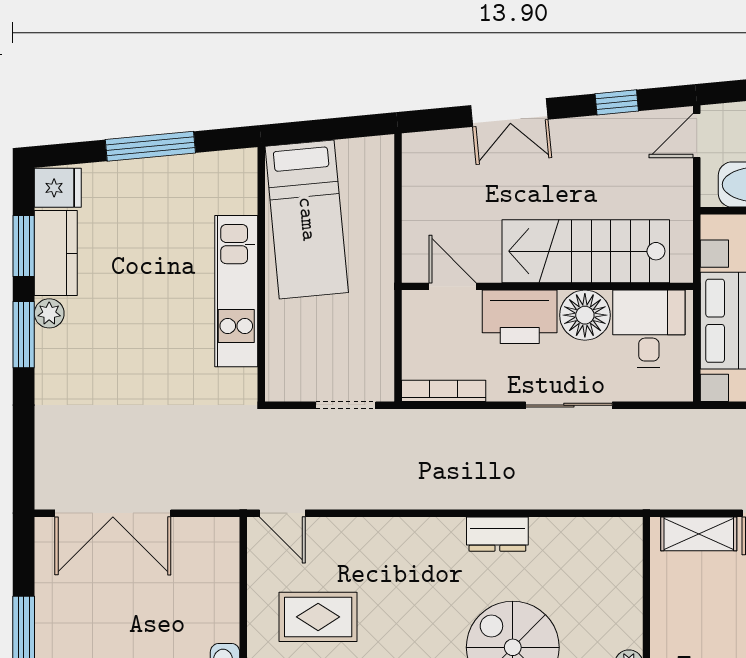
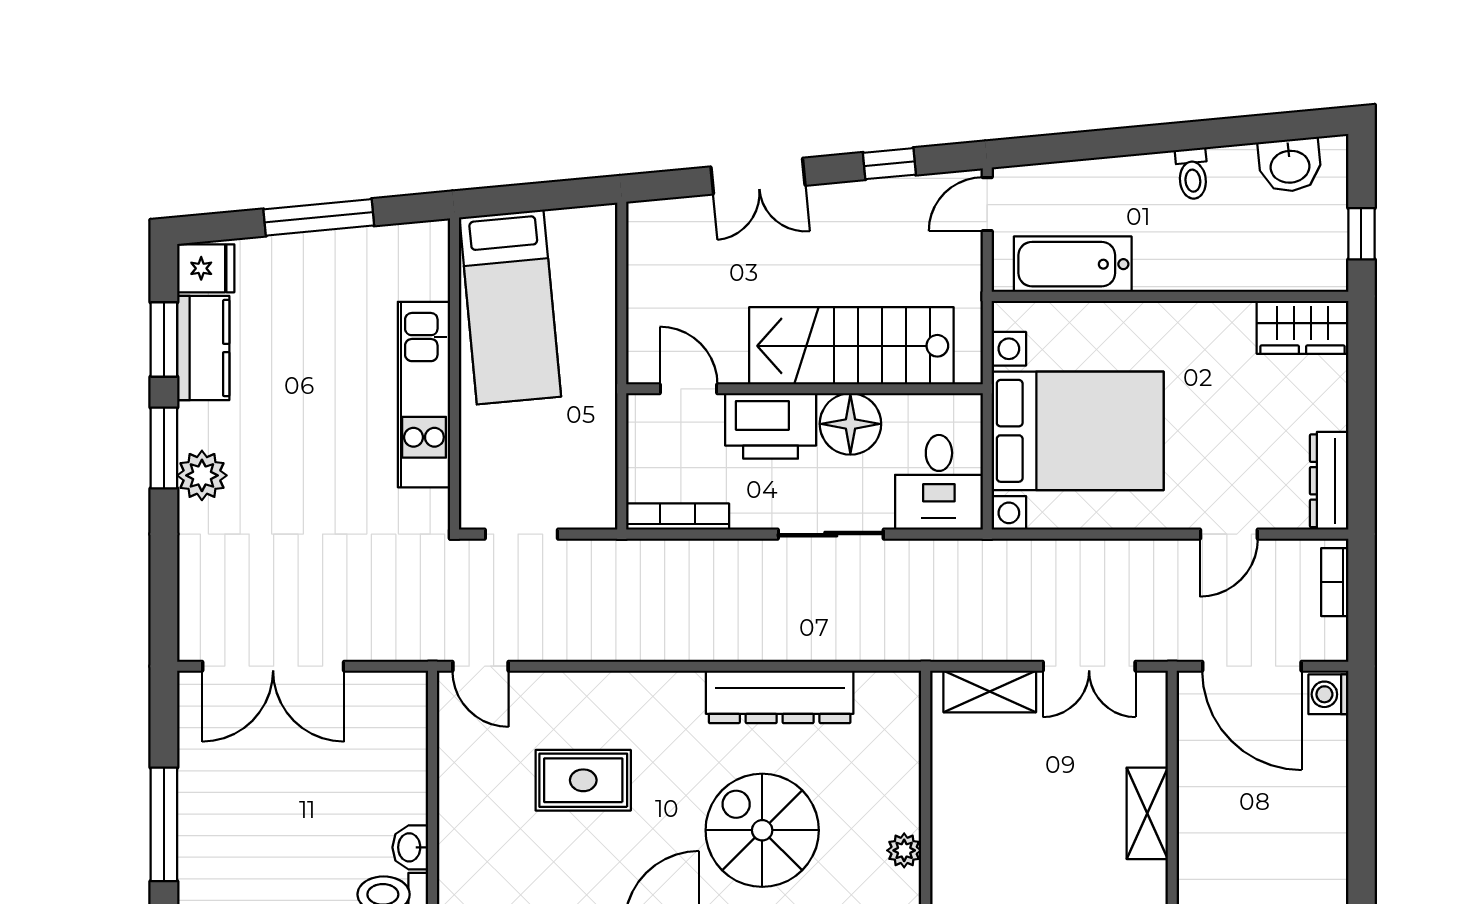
plant: (49, 313) -> (202, 475), moved, width x1.38, depth x1.38
desk: (649, 329) -> (939, 482), moved, turned 180
doorway: (346, 405) -> (521, 534), moved
dresser: (497, 534) -> (780, 697), width x1.96, depth x1.24
rug: (318, 617) -> (583, 780), moved

